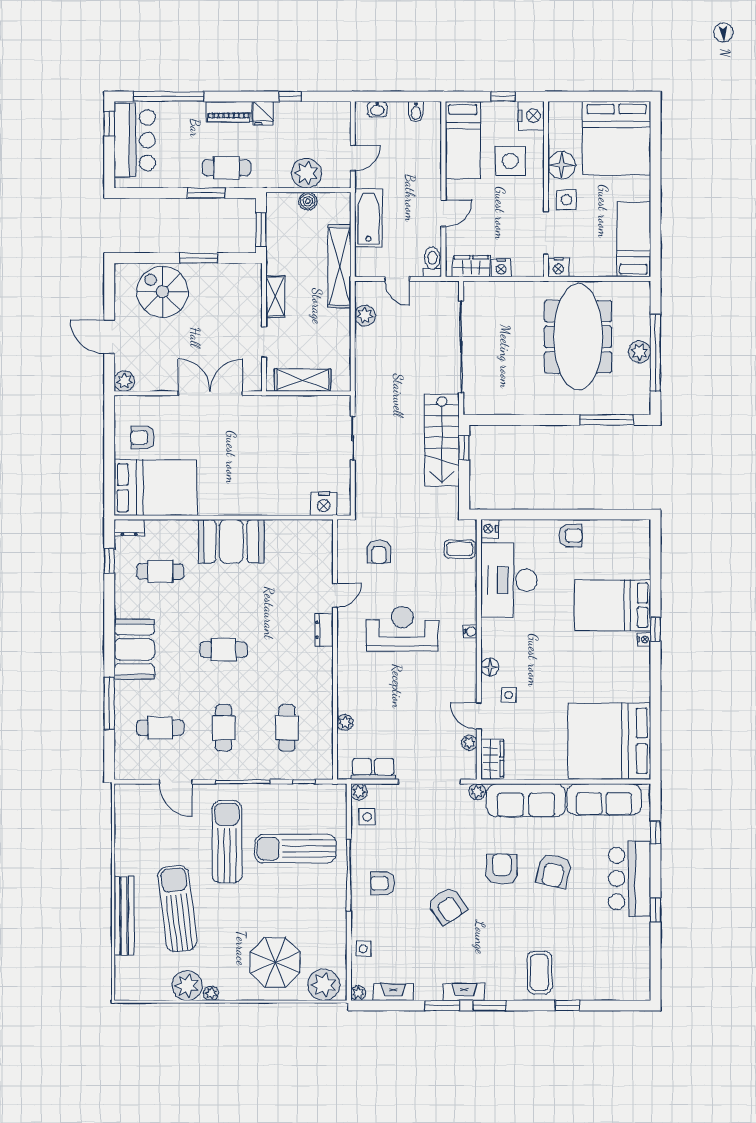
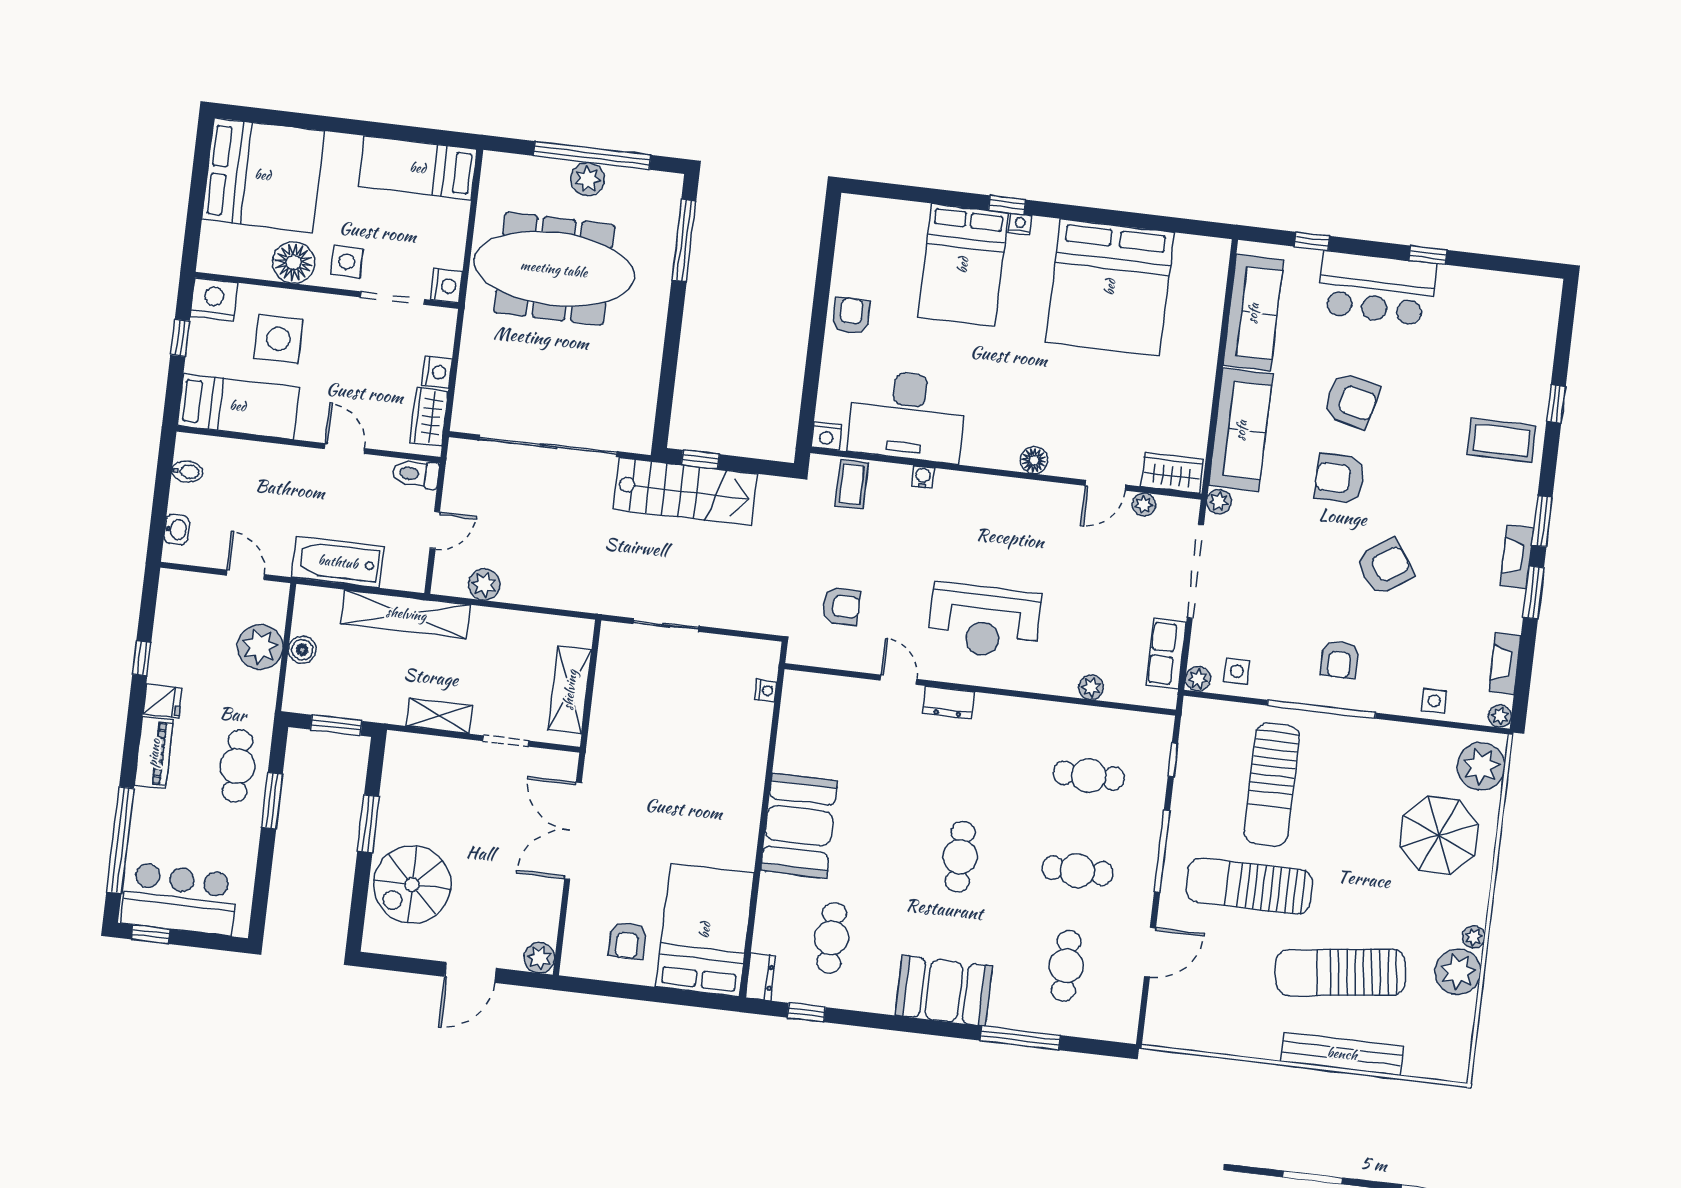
nightstand: (324, 504) -> (766, 691), width x0.53, depth x0.56
reception desk: (402, 629) -> (984, 621), moved, turned -90
water cooler: (470, 632) -> (923, 477), moved
side table: (509, 695) -> (1079, 437), removed
bed: (609, 741) -> (1110, 287), moved

